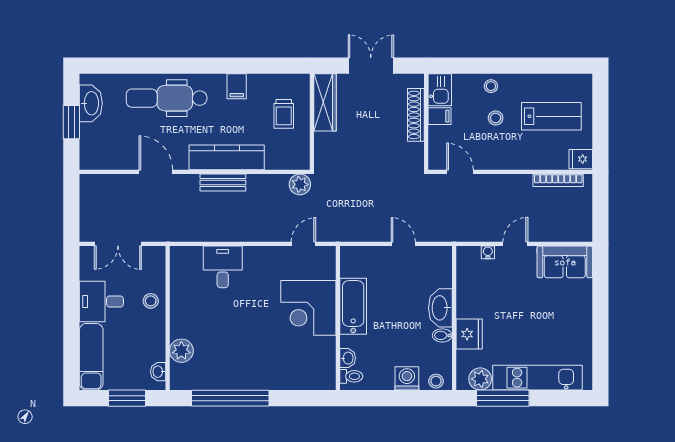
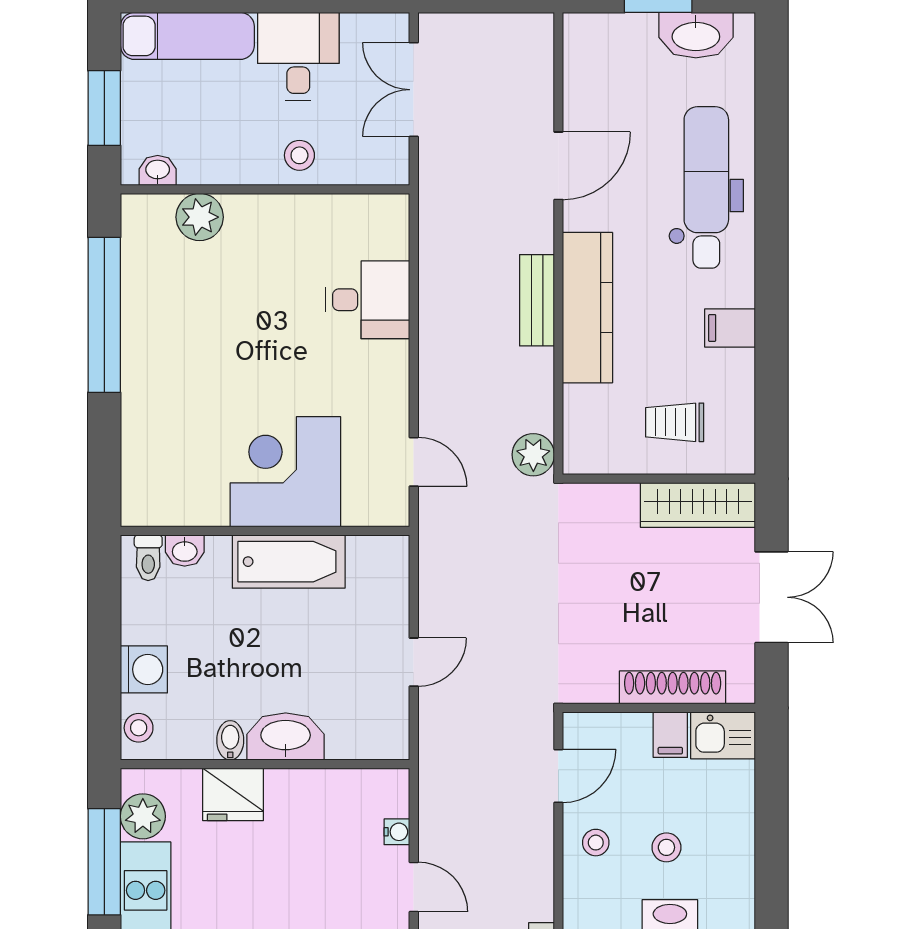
stool: (491, 86) -> (596, 843), moved

